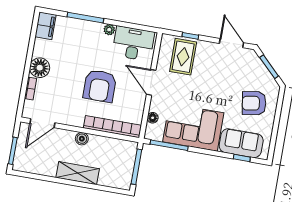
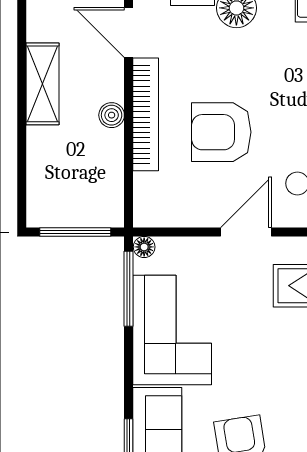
floor lamp: (153, 118) -> (144, 247), moved
bookcase: (112, 127) -> (146, 114), moved
shelving: (78, 173) -> (43, 84), moved

